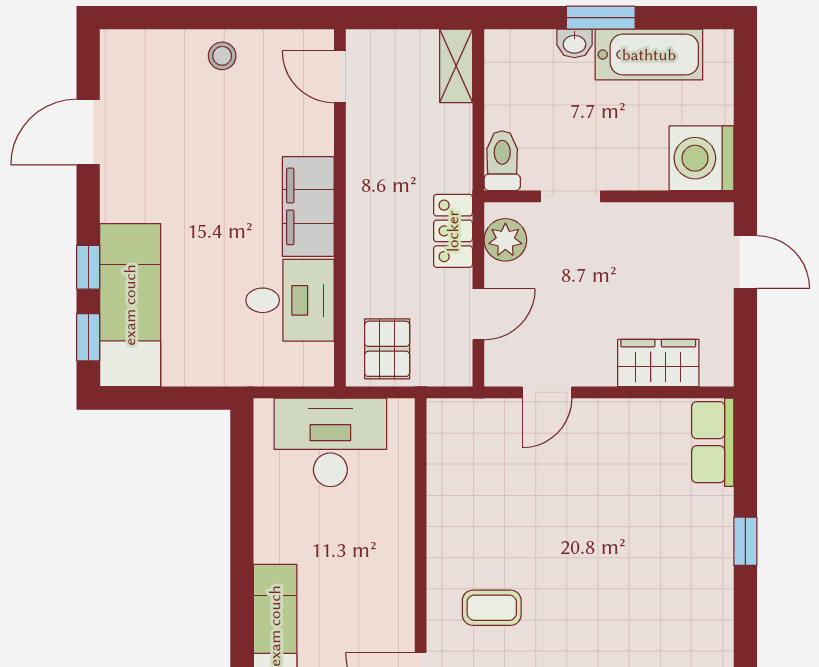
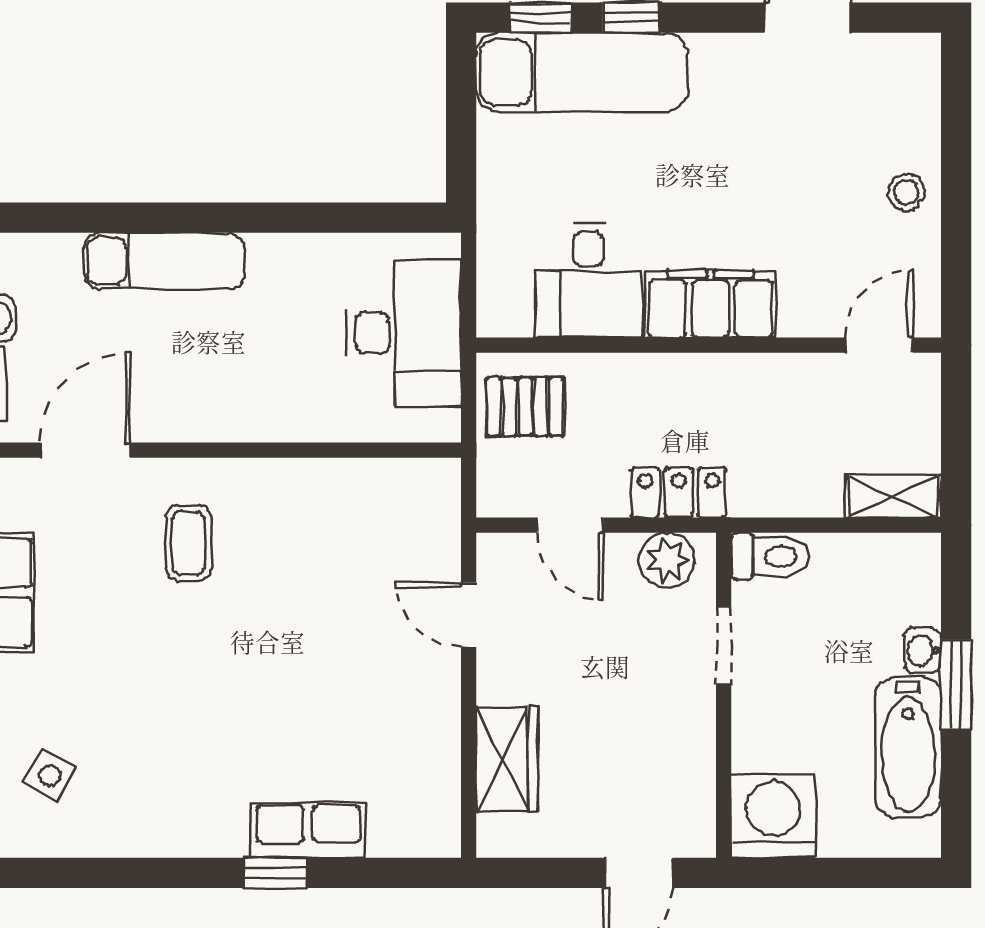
row of seats: (713, 442) -> (308, 830), moved

